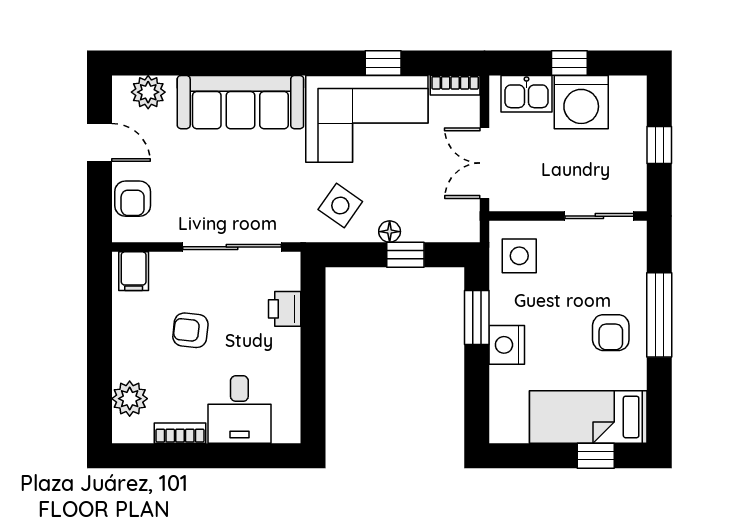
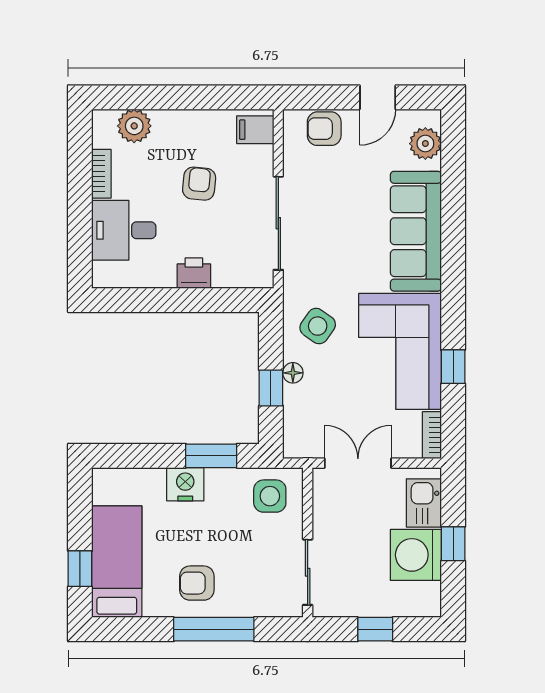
printer: (285, 309) -> (194, 273), moved

